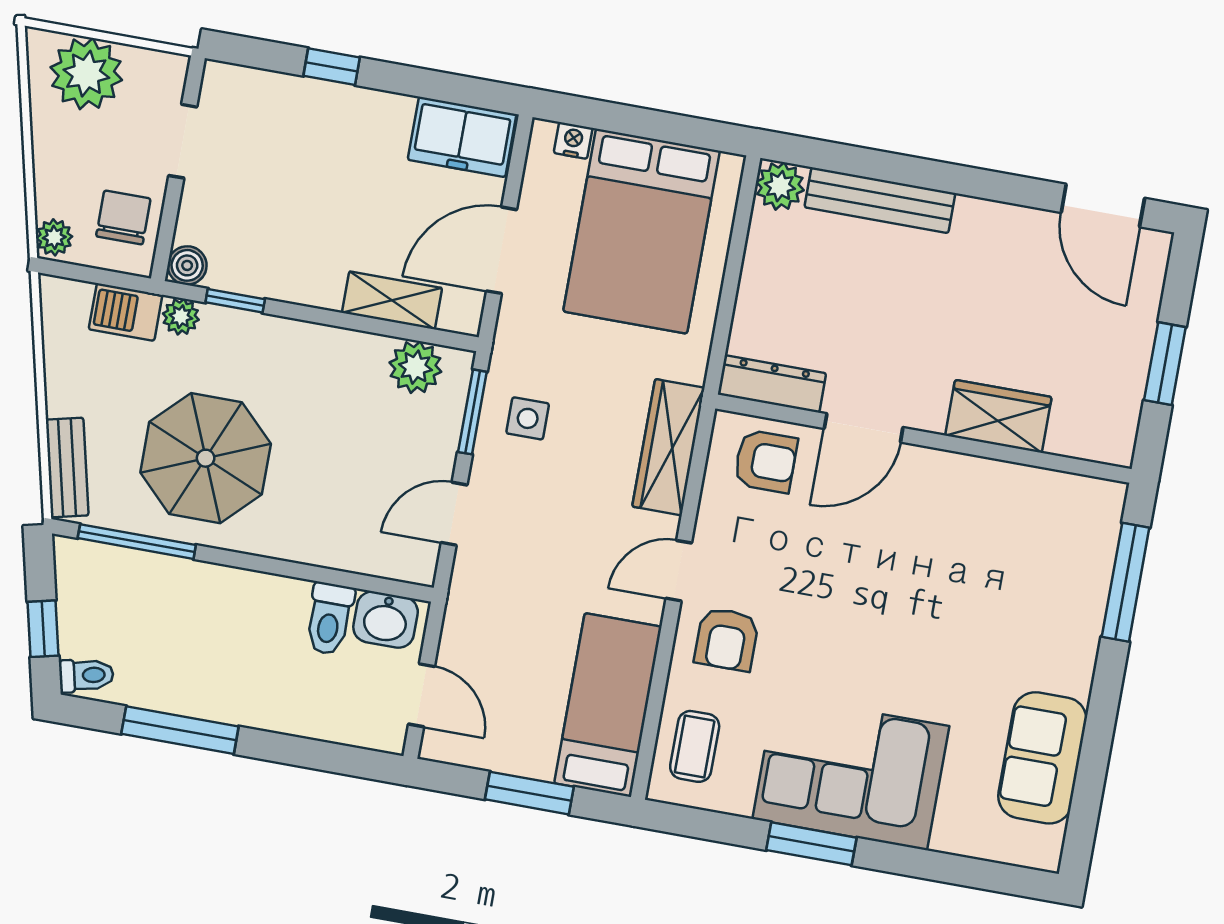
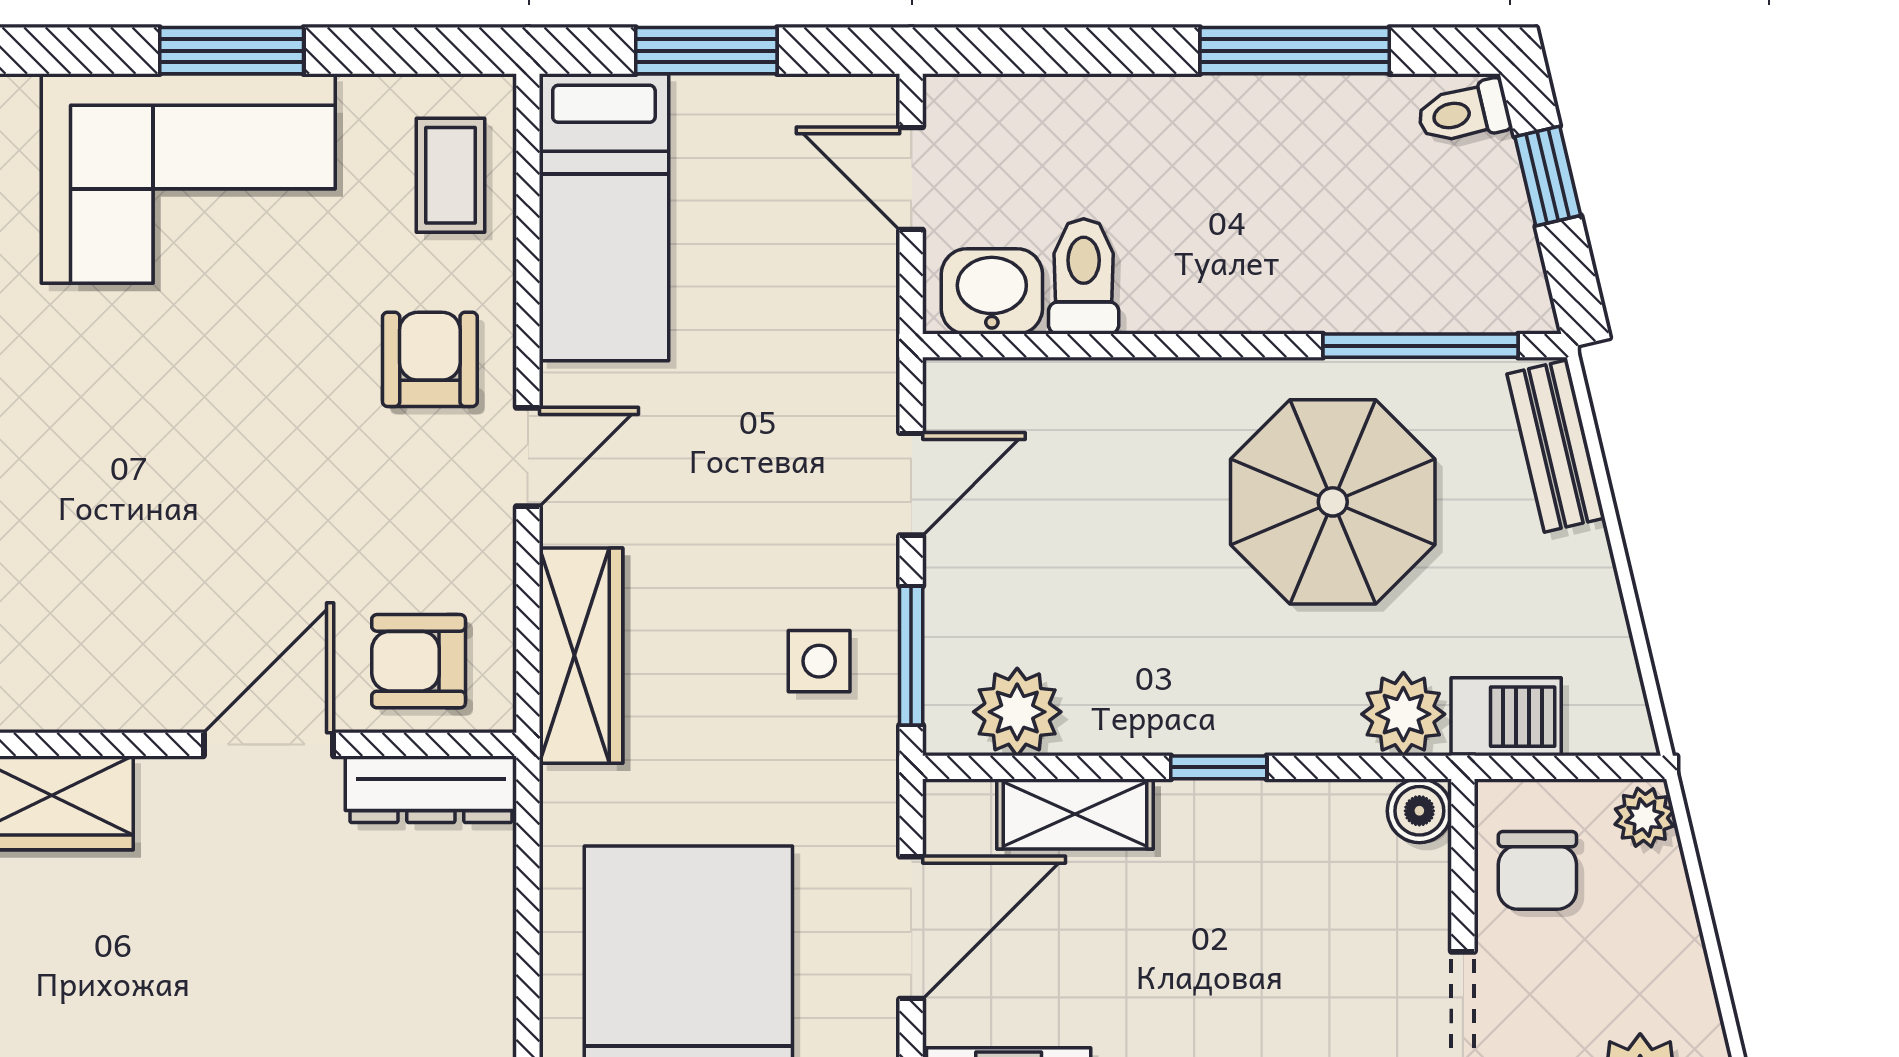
window: (235, 301) -> (1219, 767), moved
plant: (181, 317) -> (1403, 714), width x1.38, depth x1.38

